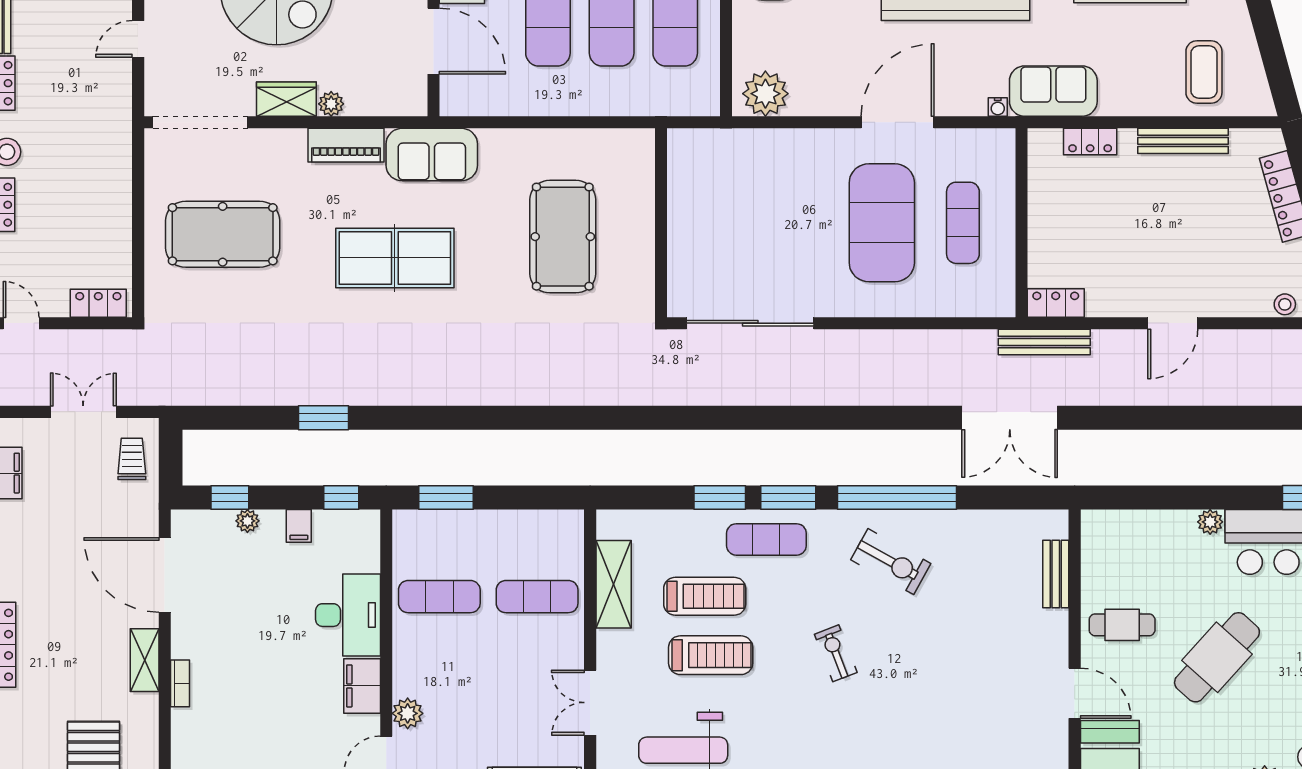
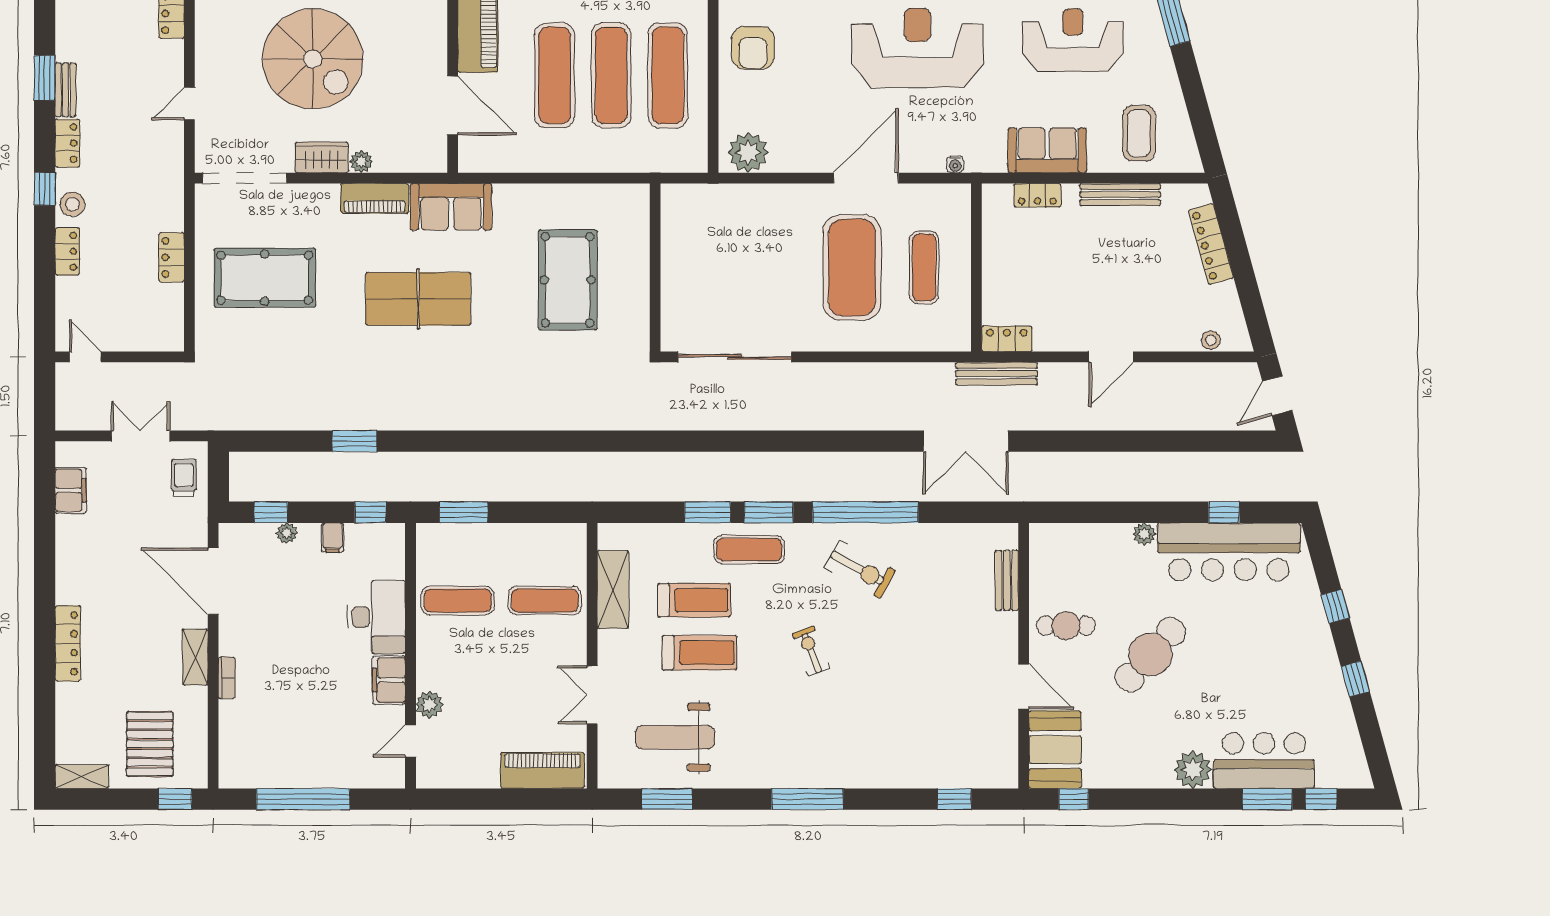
sofa: (1053, 91) -> (1047, 150), moved
locker: (98, 303) -> (172, 257), moved, turned -90

